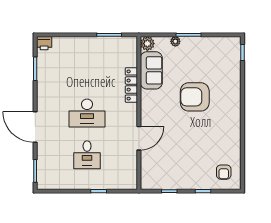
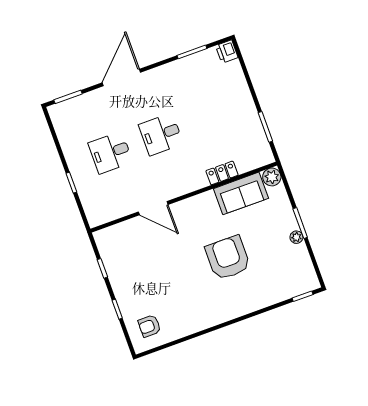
plant: (175, 41) -> (296, 237), moved
locker: (131, 85) -> (222, 173), width x0.66
desk: (87, 113) -> (161, 134), width x0.73

